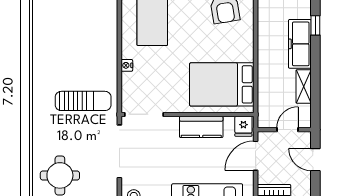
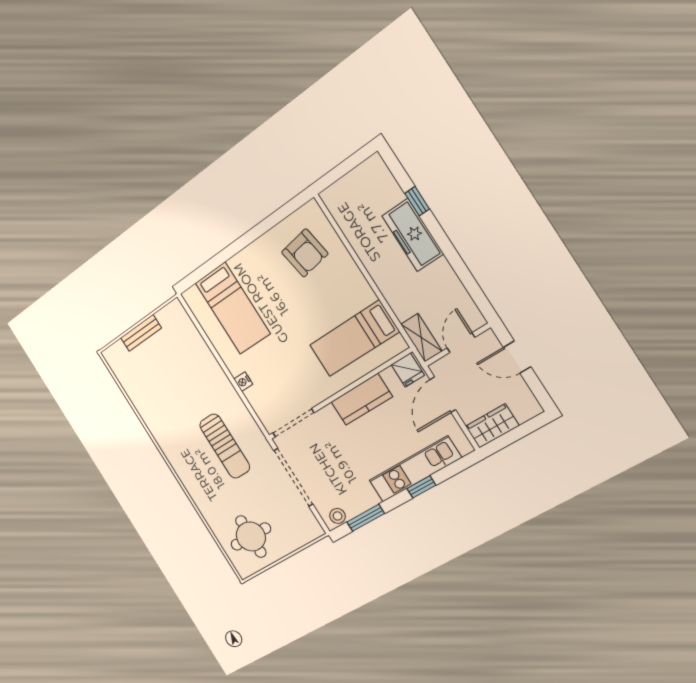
bed: (222, 84) -> (354, 338), width x0.67
shelving: (304, 86) -> (421, 338), moved
sun lounger: (83, 101) -> (225, 446), turned 90

